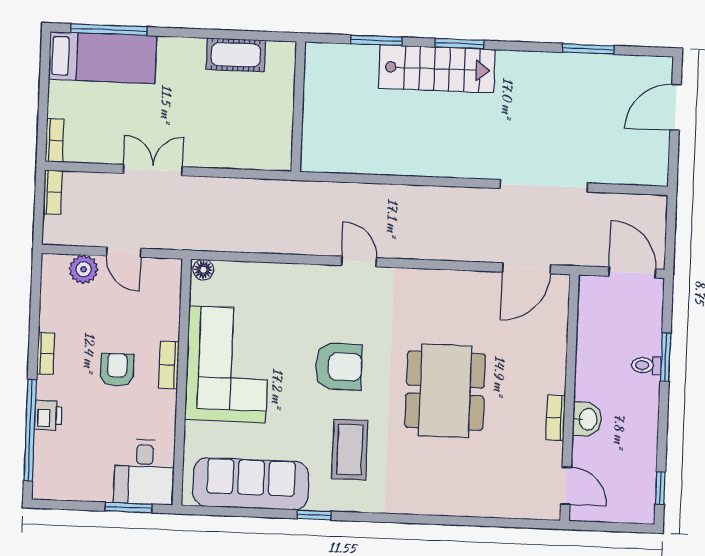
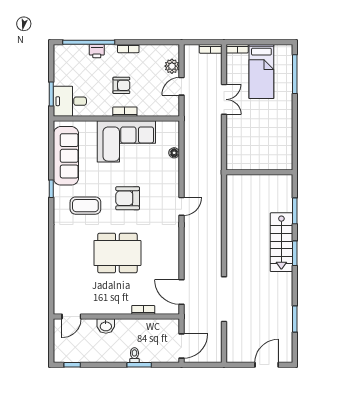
cot: (236, 55) -> (284, 139), removed
bed: (103, 58) -> (261, 71), moved
door: (676, 107) -> (267, 365), hinge flipped
floor lamp: (203, 270) -> (174, 153), moved
armchair: (339, 366) -> (128, 198), turned 90
bookcase: (556, 418) -> (143, 310), moved

